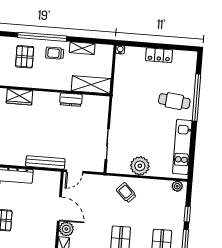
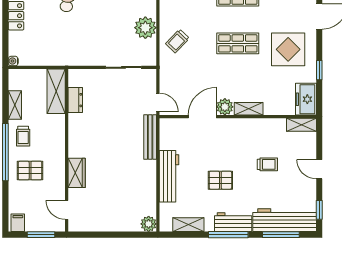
dresser: (71, 100) -> (75, 100), moved

